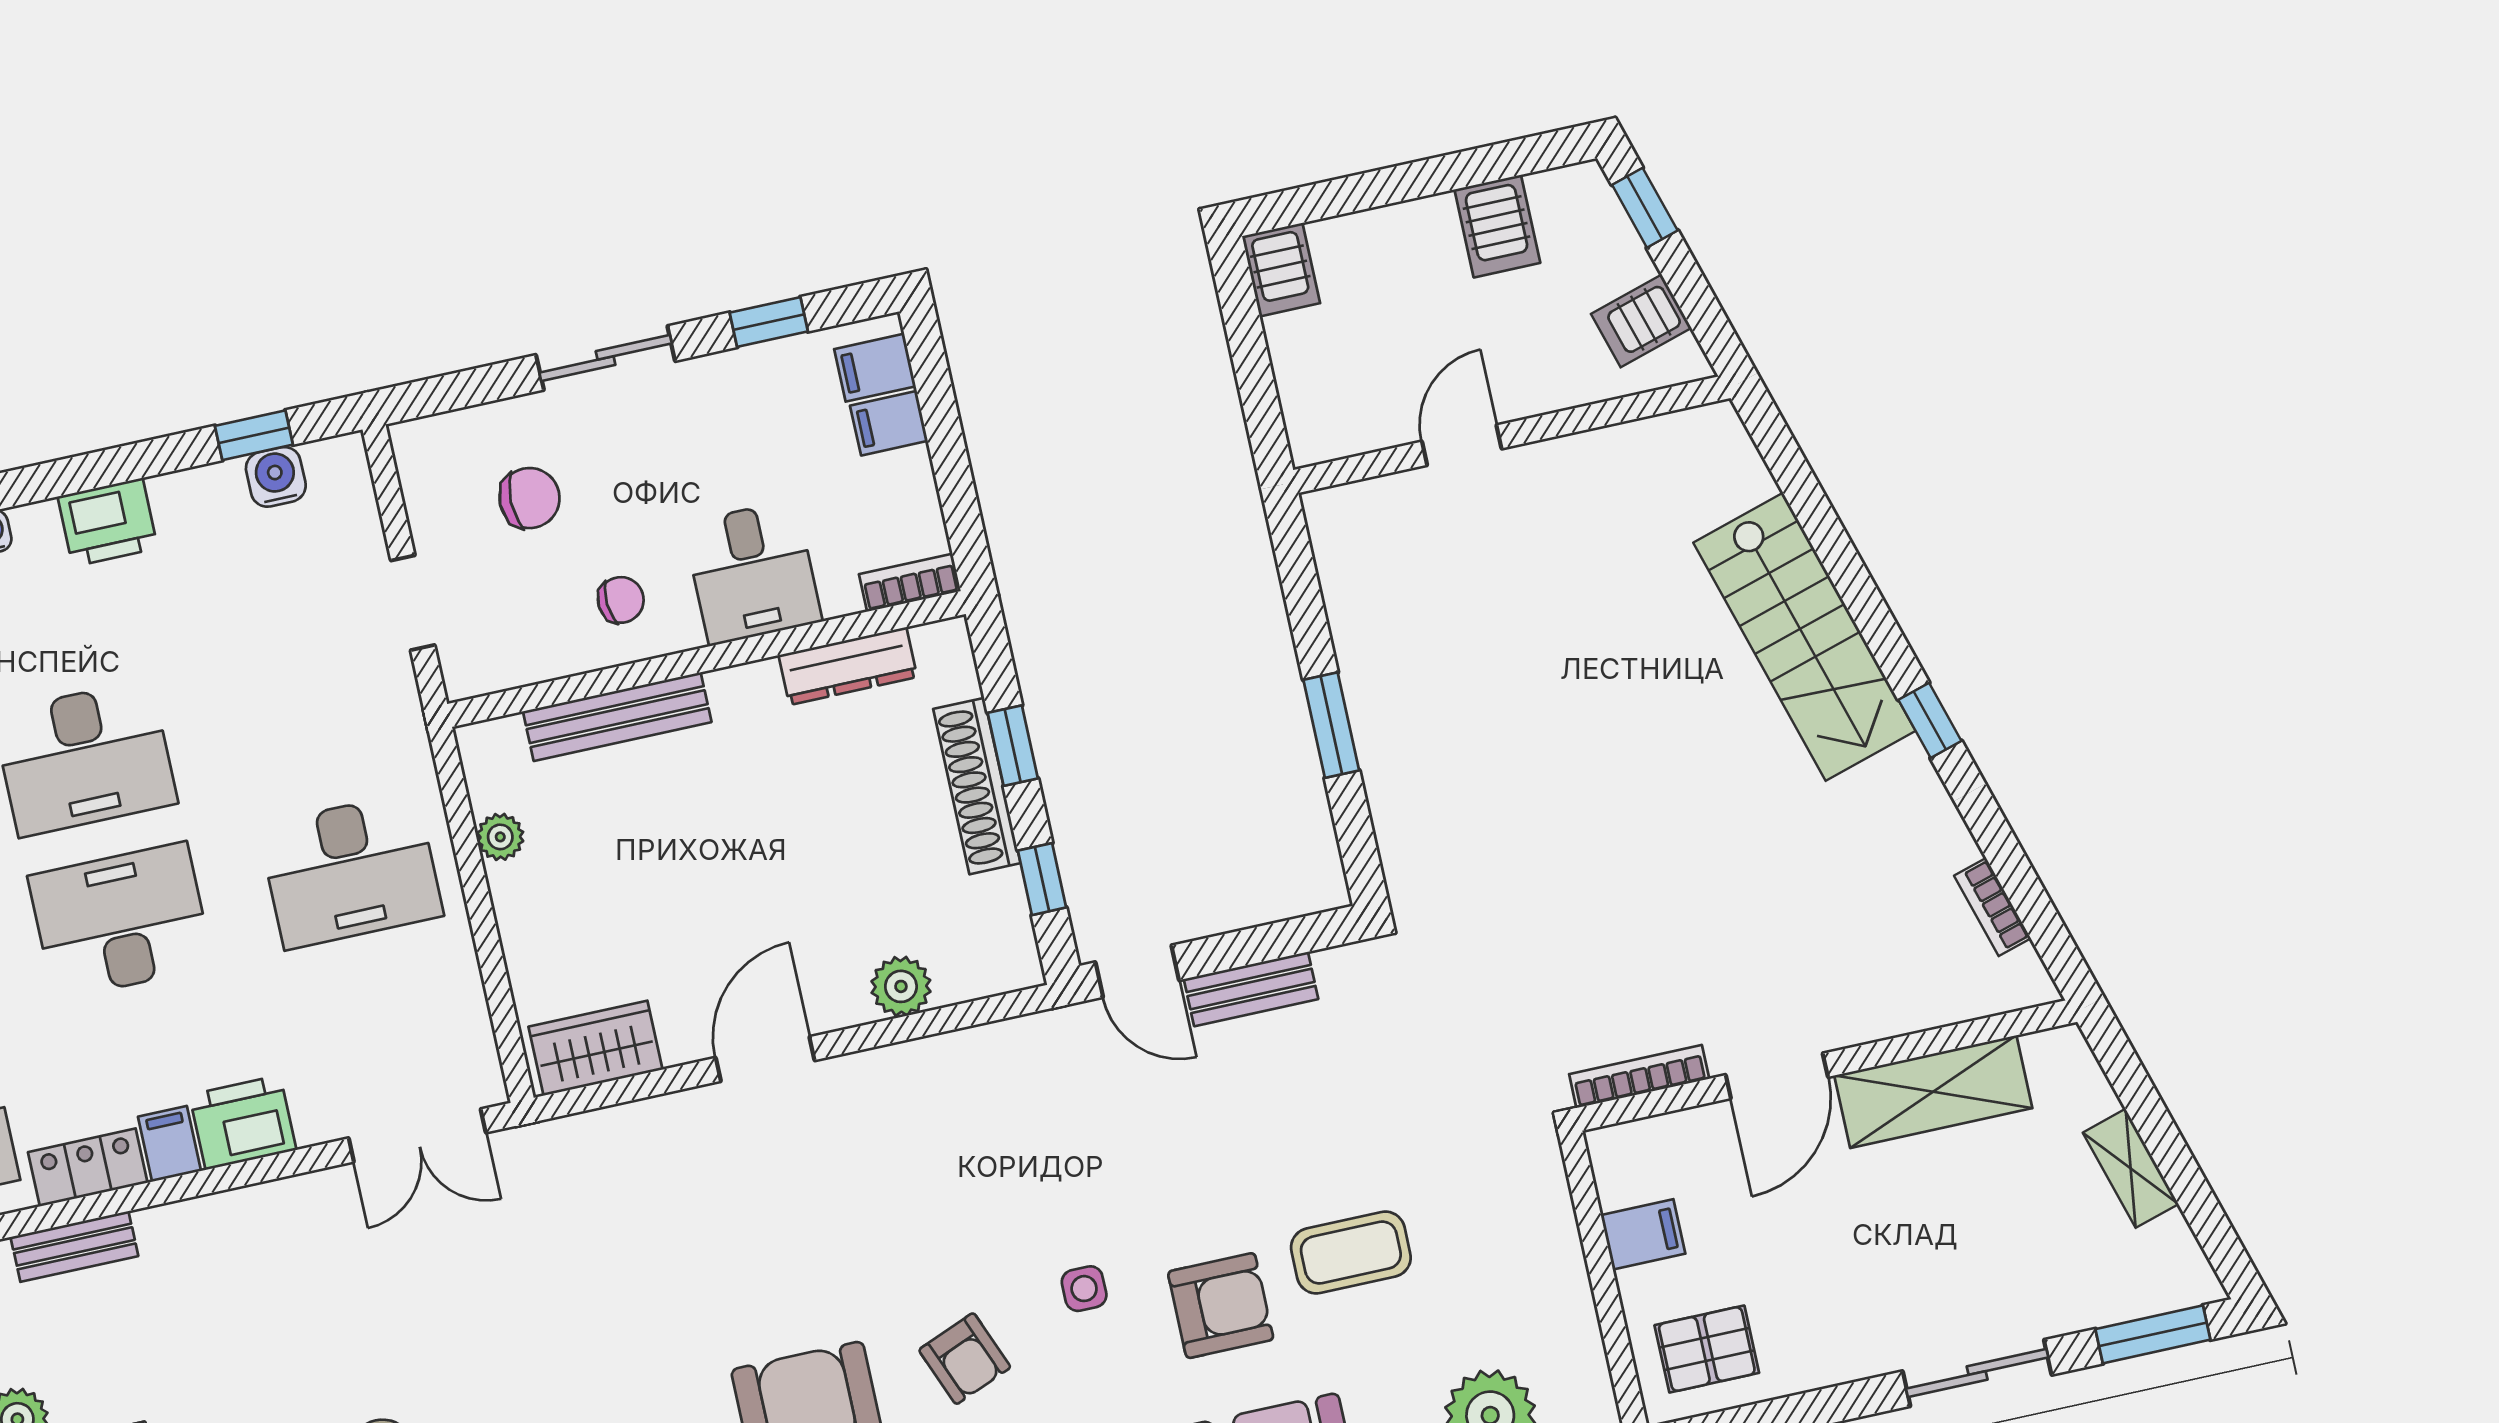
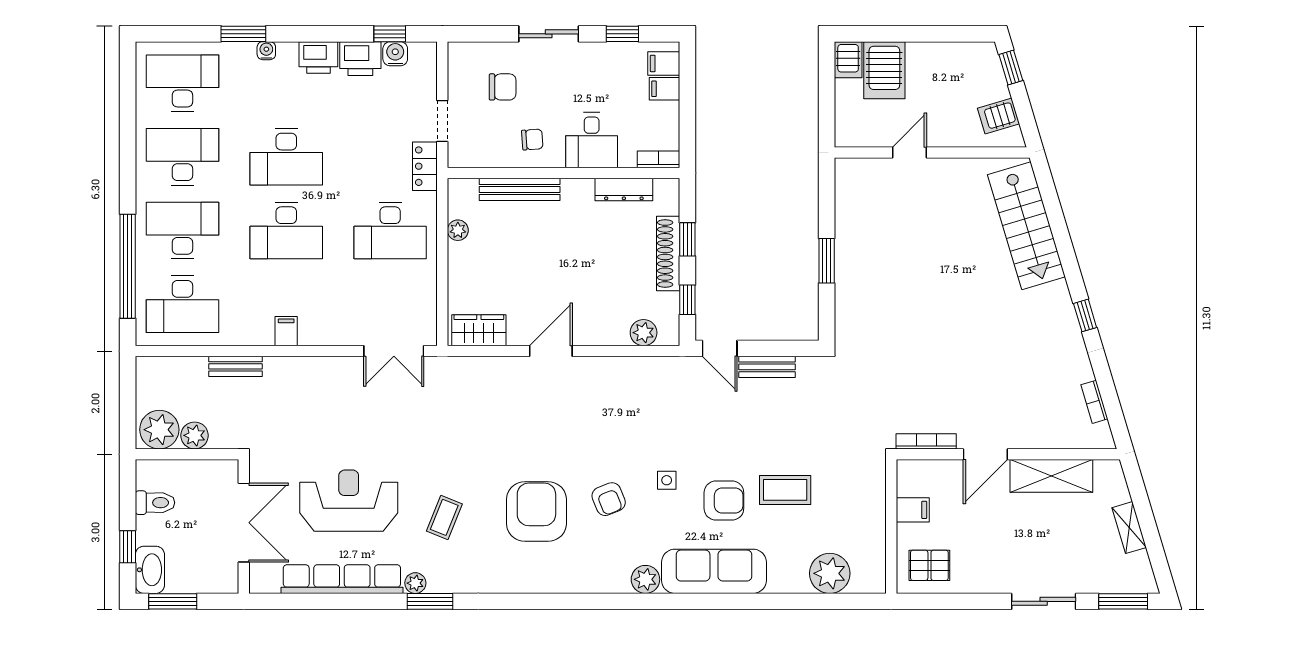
server rack: (1497, 226) -> (884, 70), moved, width x1.36, depth x1.44
stairs: (1804, 637) -> (1026, 226), moved
desk: (121, 921) -> (286, 231), turned 180
plant: (901, 986) -> (644, 333), moved
printer: (243, 1122) -> (360, 59), moved, turned 180
locker: (88, 1167) -> (425, 166), moved, turned -90

